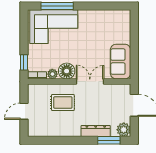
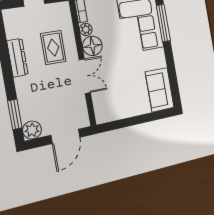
sofa: (121, 62) -> (160, 90), moved, turned -90
dresser: (96, 131) -> (17, 58), moved

